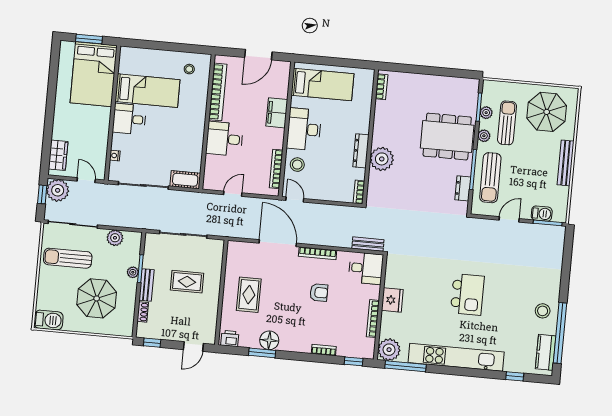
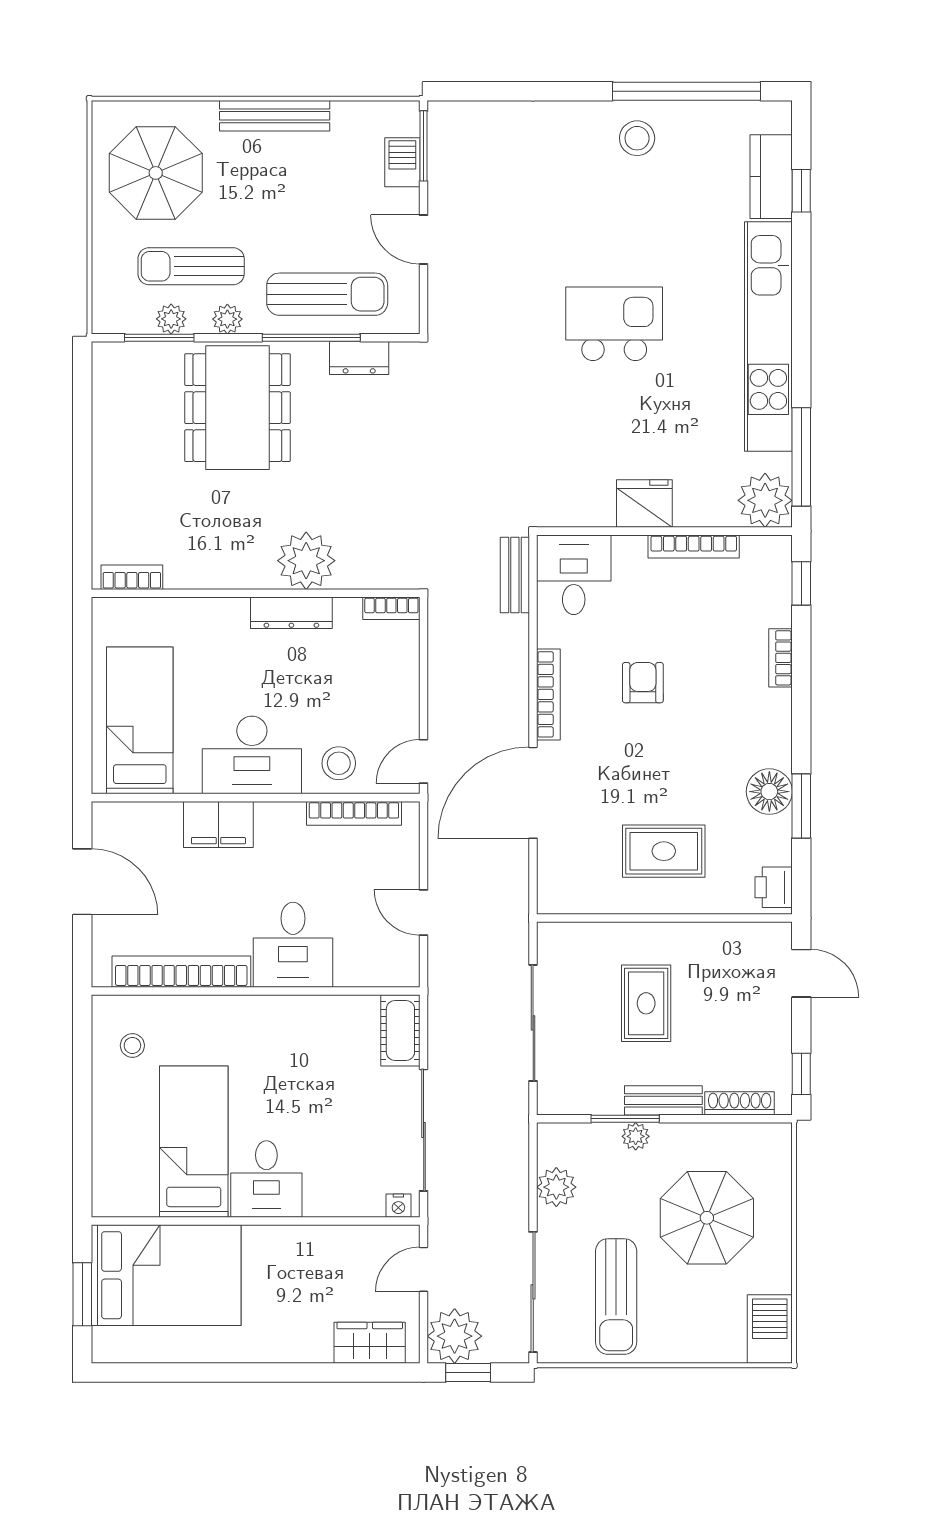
nightstand: (115, 156) -> (398, 1206), moved
shoe rack: (143, 312) -> (740, 1103), width x1.43
kitchen counter: (546, 352) -> (771, 177), moved, turned 90

